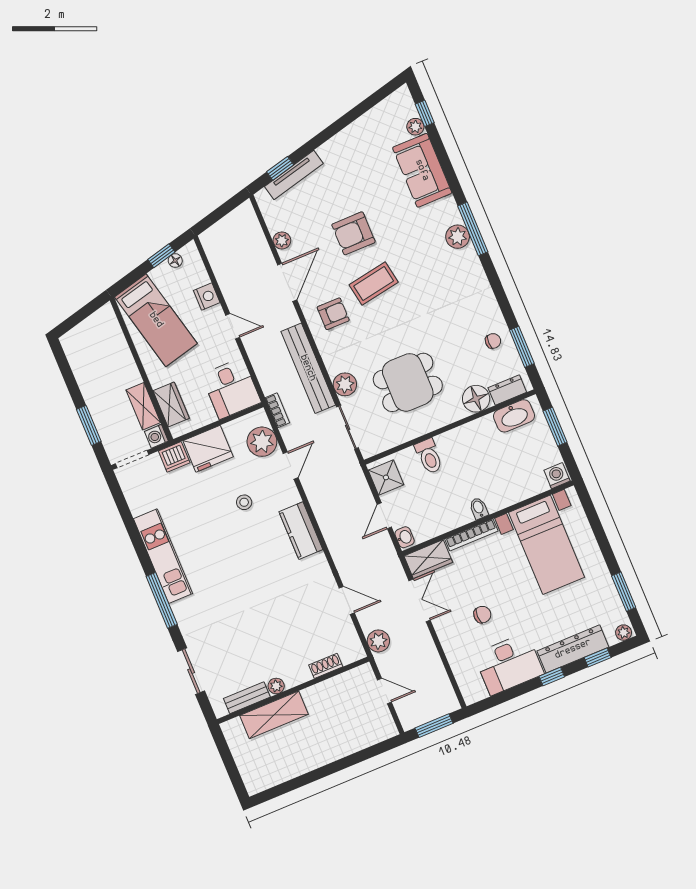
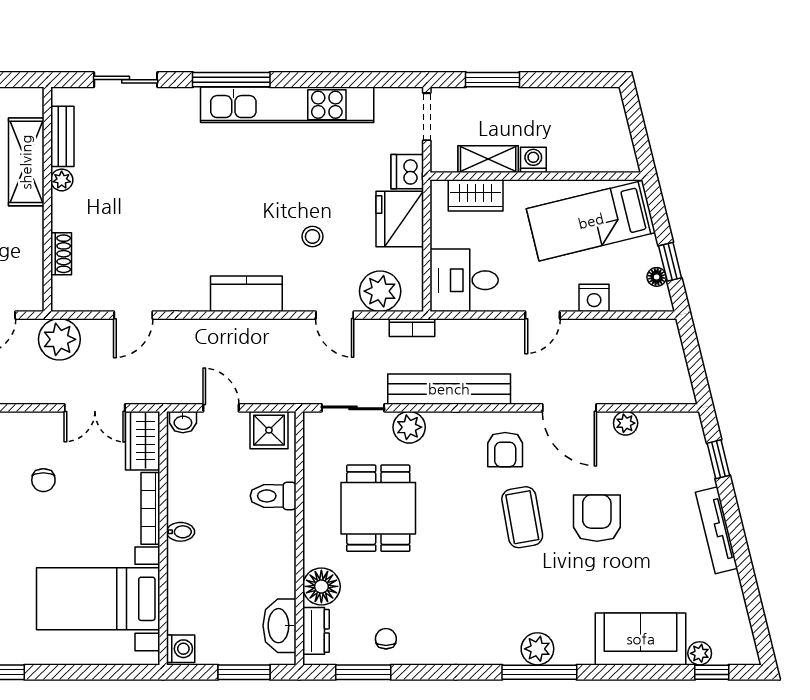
tv unit: (294, 175) -> (717, 530), moved
chair: (493, 341) -> (386, 639), turned 180
washing machine: (156, 436) -> (533, 160), moved
kitchen unit: (163, 556) -> (287, 105), width x1.36
plant: (378, 641) -> (59, 339), width x1.36, depth x1.36

